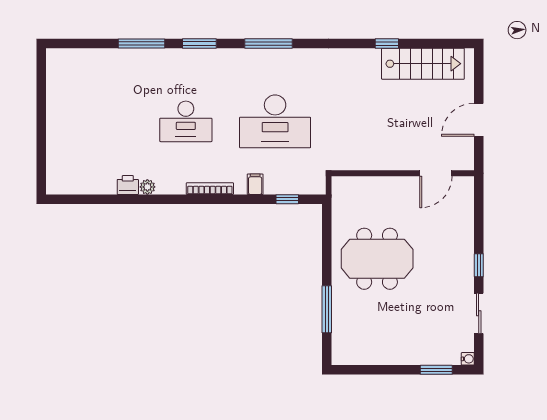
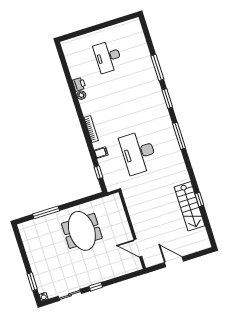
stairs: (423, 64) -> (190, 206), moved
desk: (186, 121) -> (108, 57), moved

